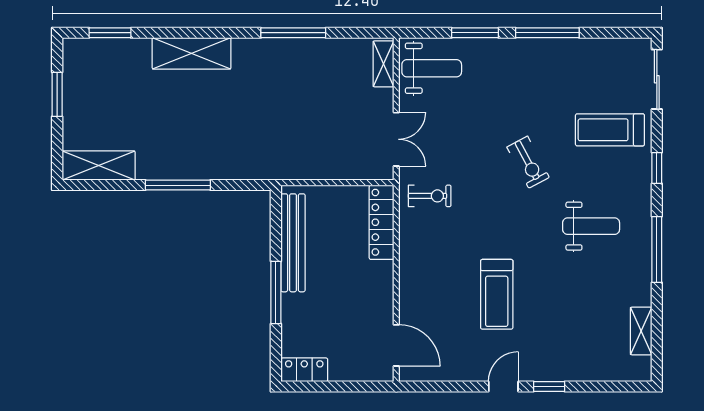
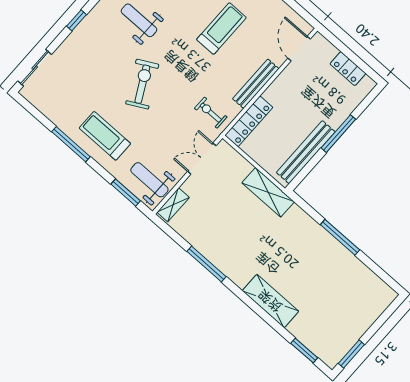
window: (475, 33) -> (126, 193), moved
window: (57, 94) -> (351, 354), moved
treadmill: (610, 130) -> (105, 136), moved, turned 180
exercise bike: (528, 162) -> (142, 84), width x1.38, depth x1.39
shelving: (99, 165) -> (268, 192), moved
bench: (409, 268) -> (256, 84), added
locker: (304, 370) -> (348, 69), moved

